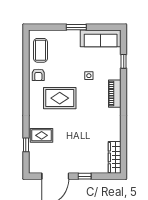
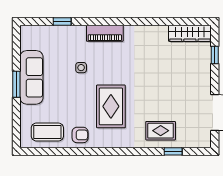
sofa: (101, 38) -> (31, 77), moved
rug: (42, 135) -> (161, 131), turned 90
window: (85, 176) -> (215, 55), moved

